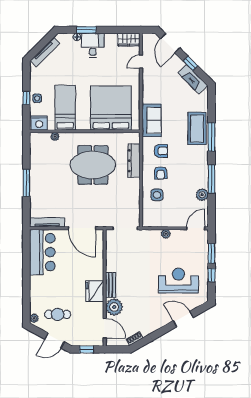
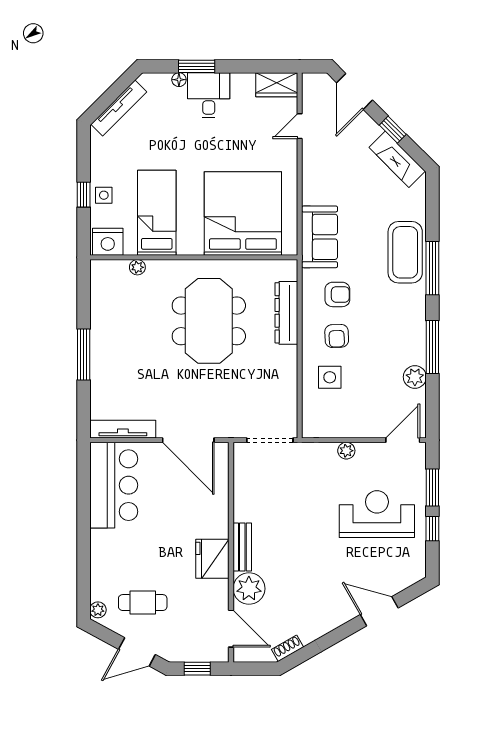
meeting table: (93, 165) -> (209, 321), turned 90
reception desk: (178, 281) -> (377, 514), moved

